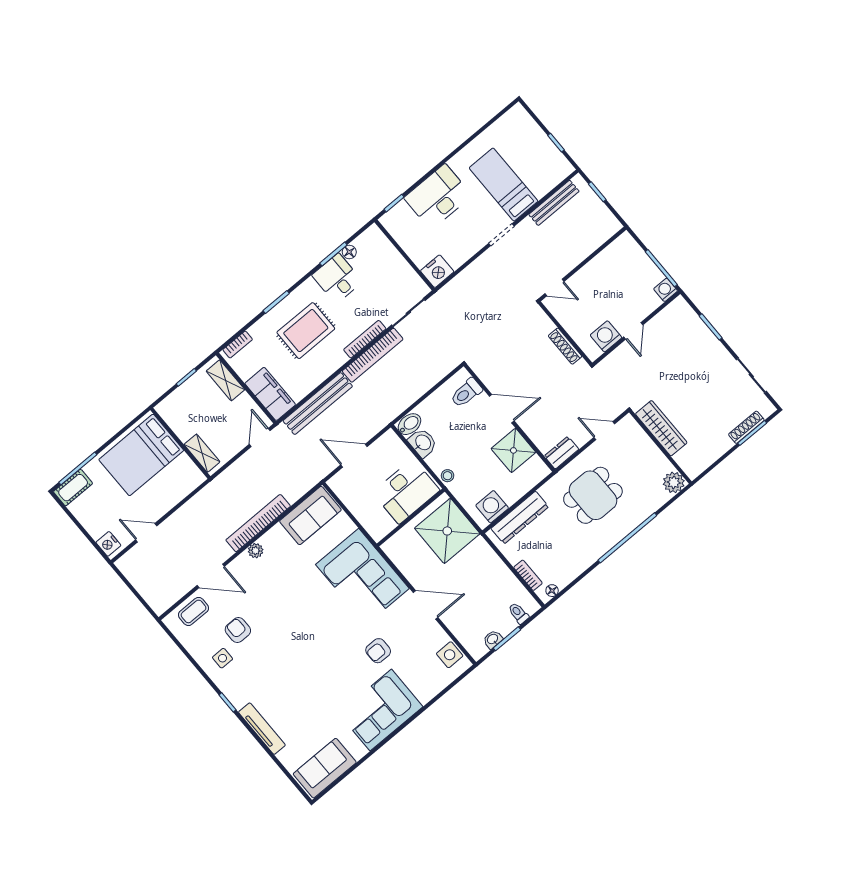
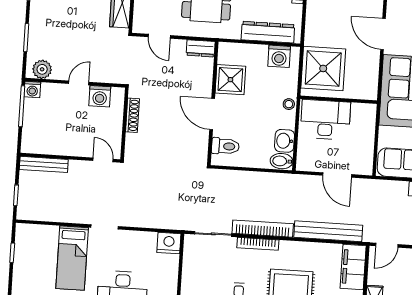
bench: (554, 203) -> (44, 164), moved
plant: (673, 314) -> (42, 69), added

